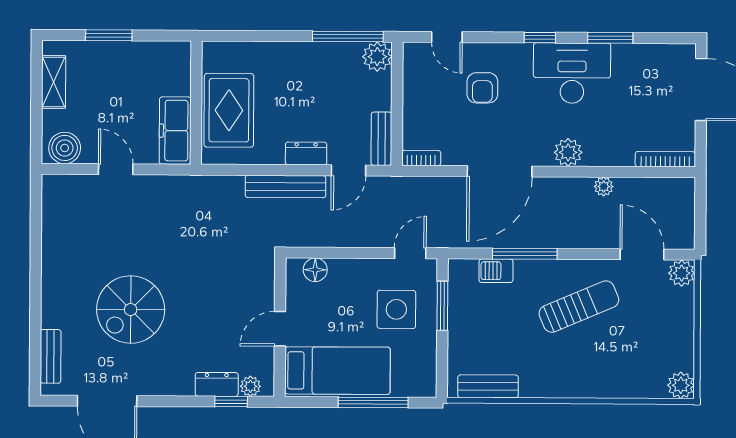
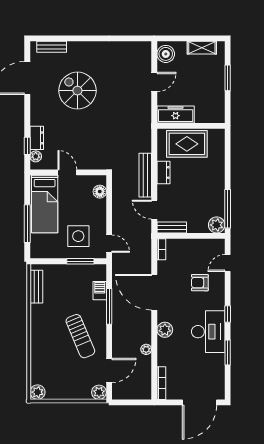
dresser: (306, 153) -> (163, 172), moved

